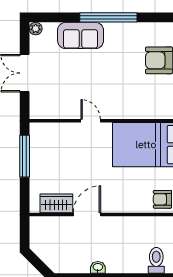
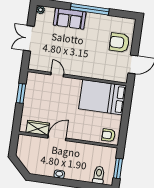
door: (91, 121) -> (57, 75), moved
window: (25, 156) -> (21, 93), width x0.69

